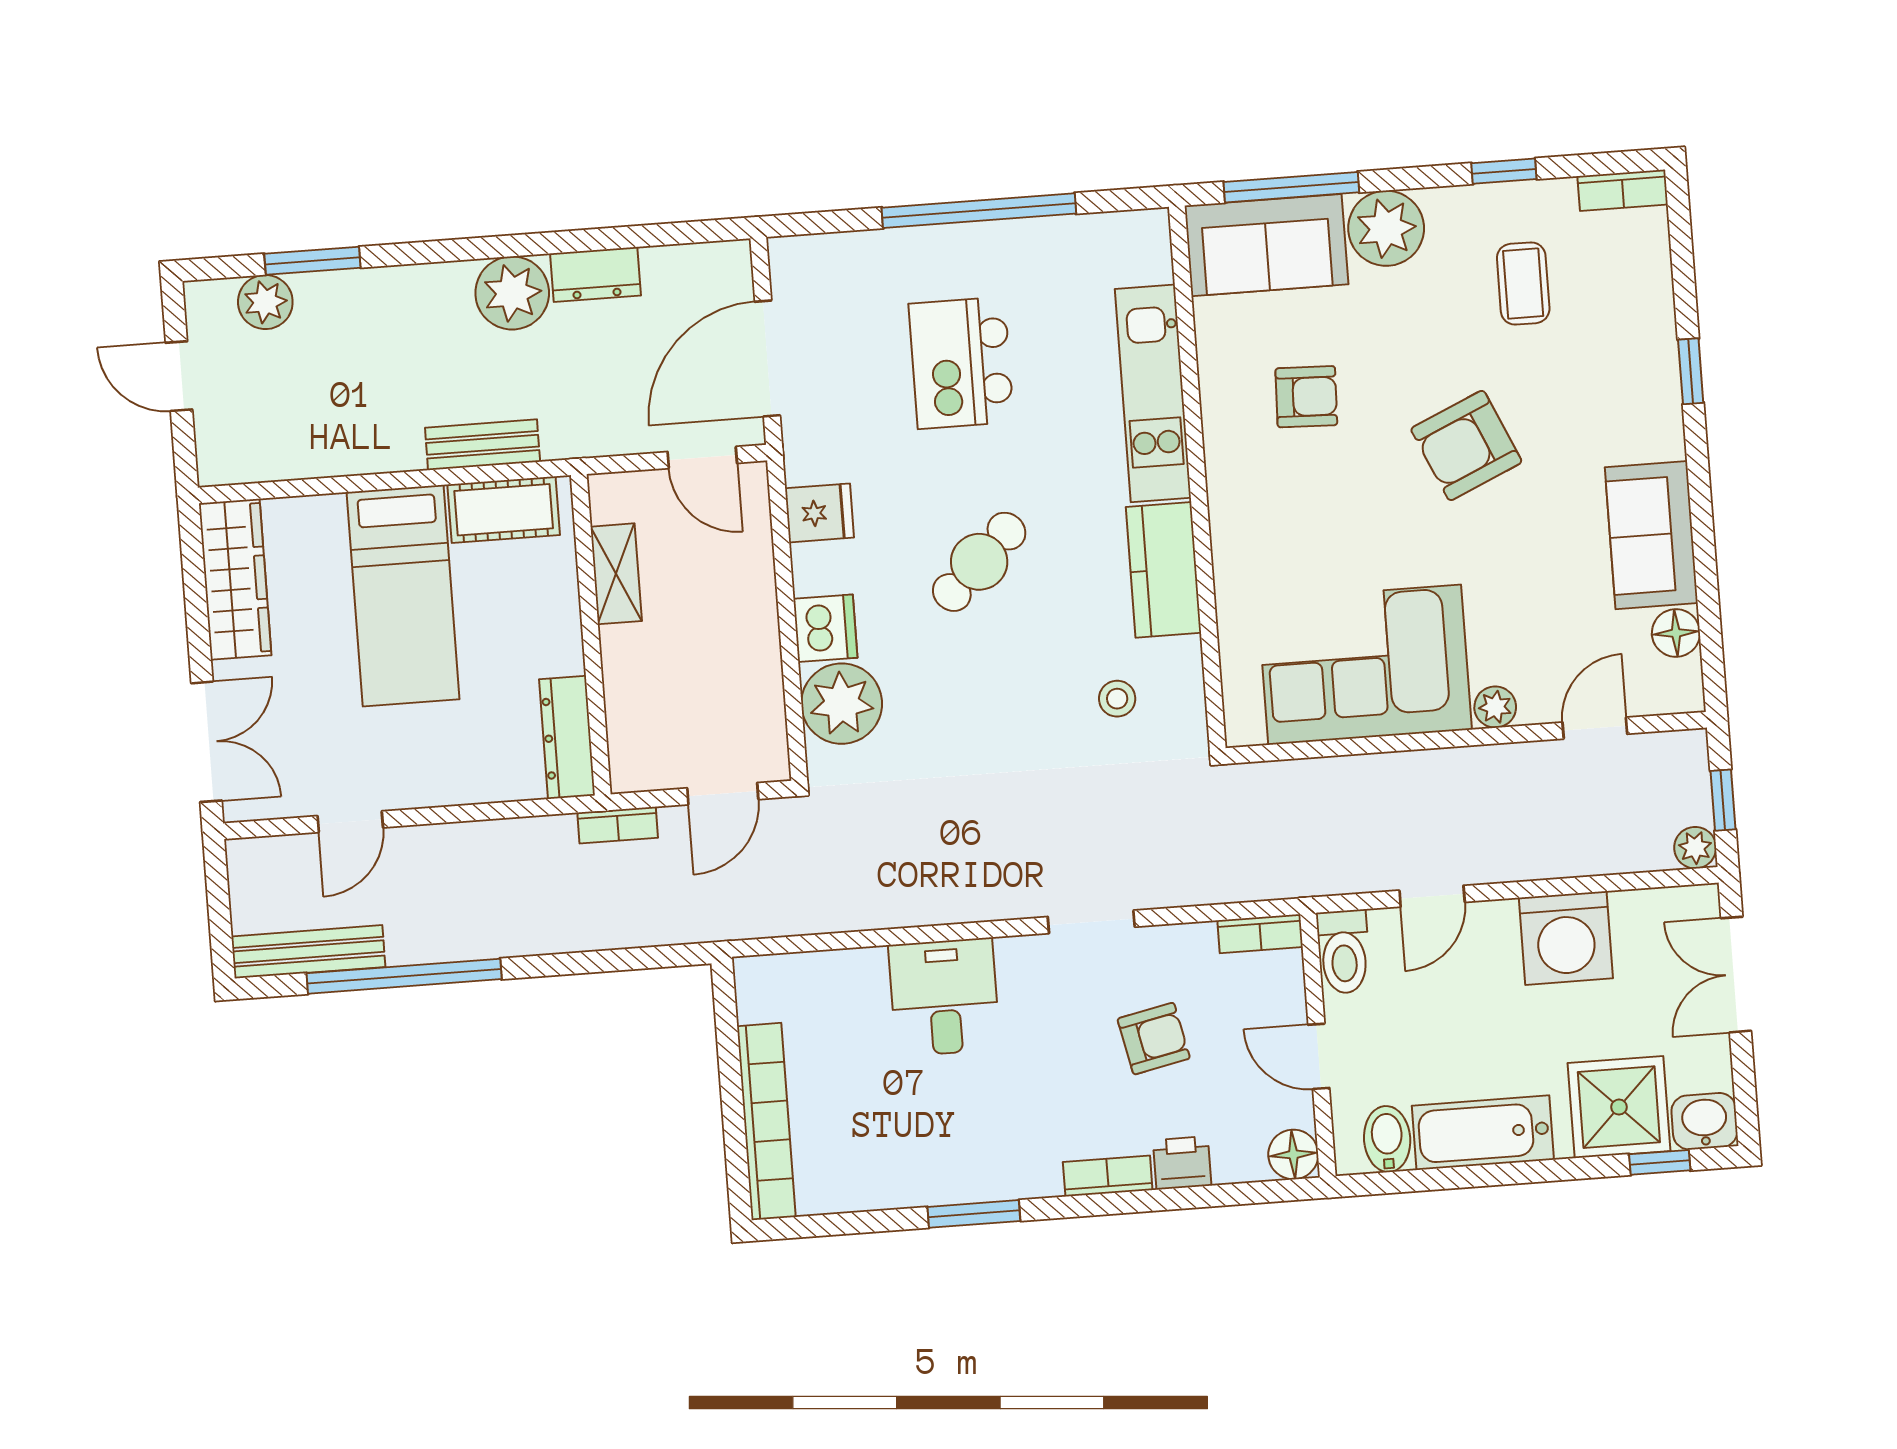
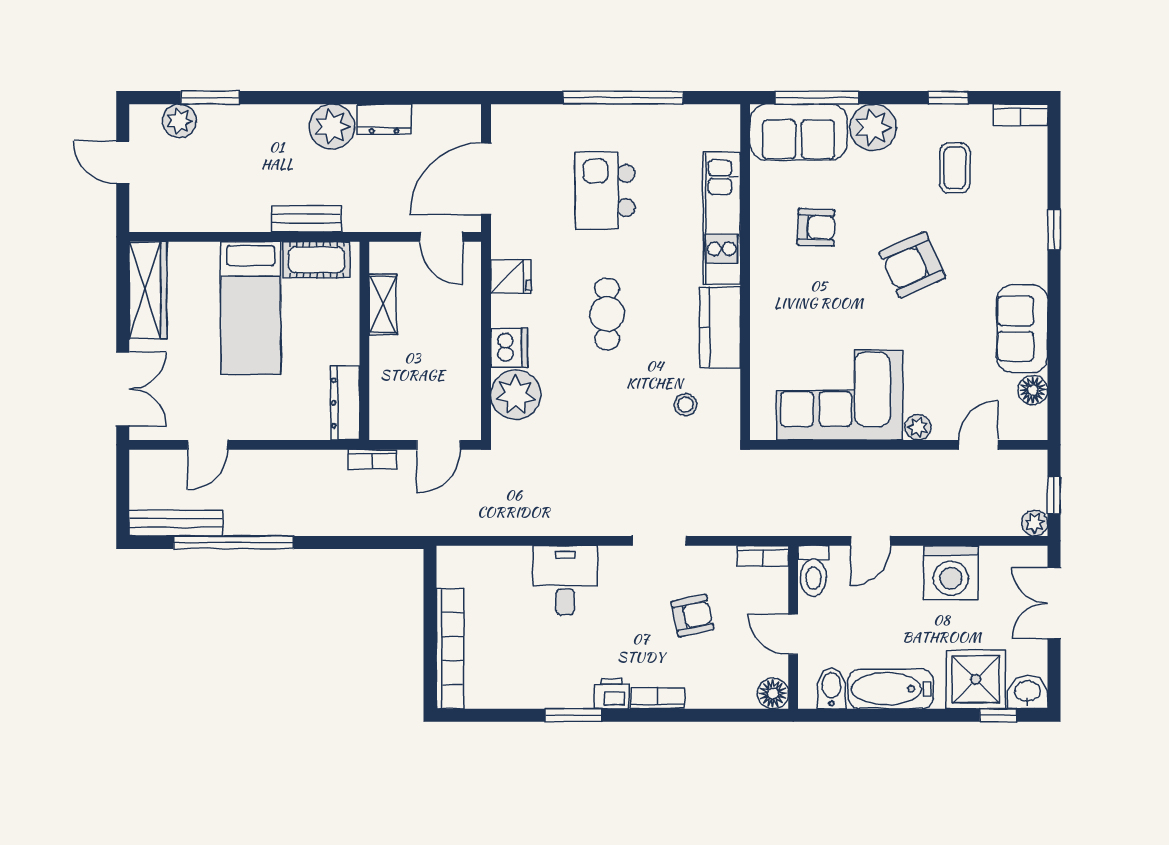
cafe table: (979, 562) -> (607, 314), turned -46
printer: (1182, 1163) -> (611, 693), moved

